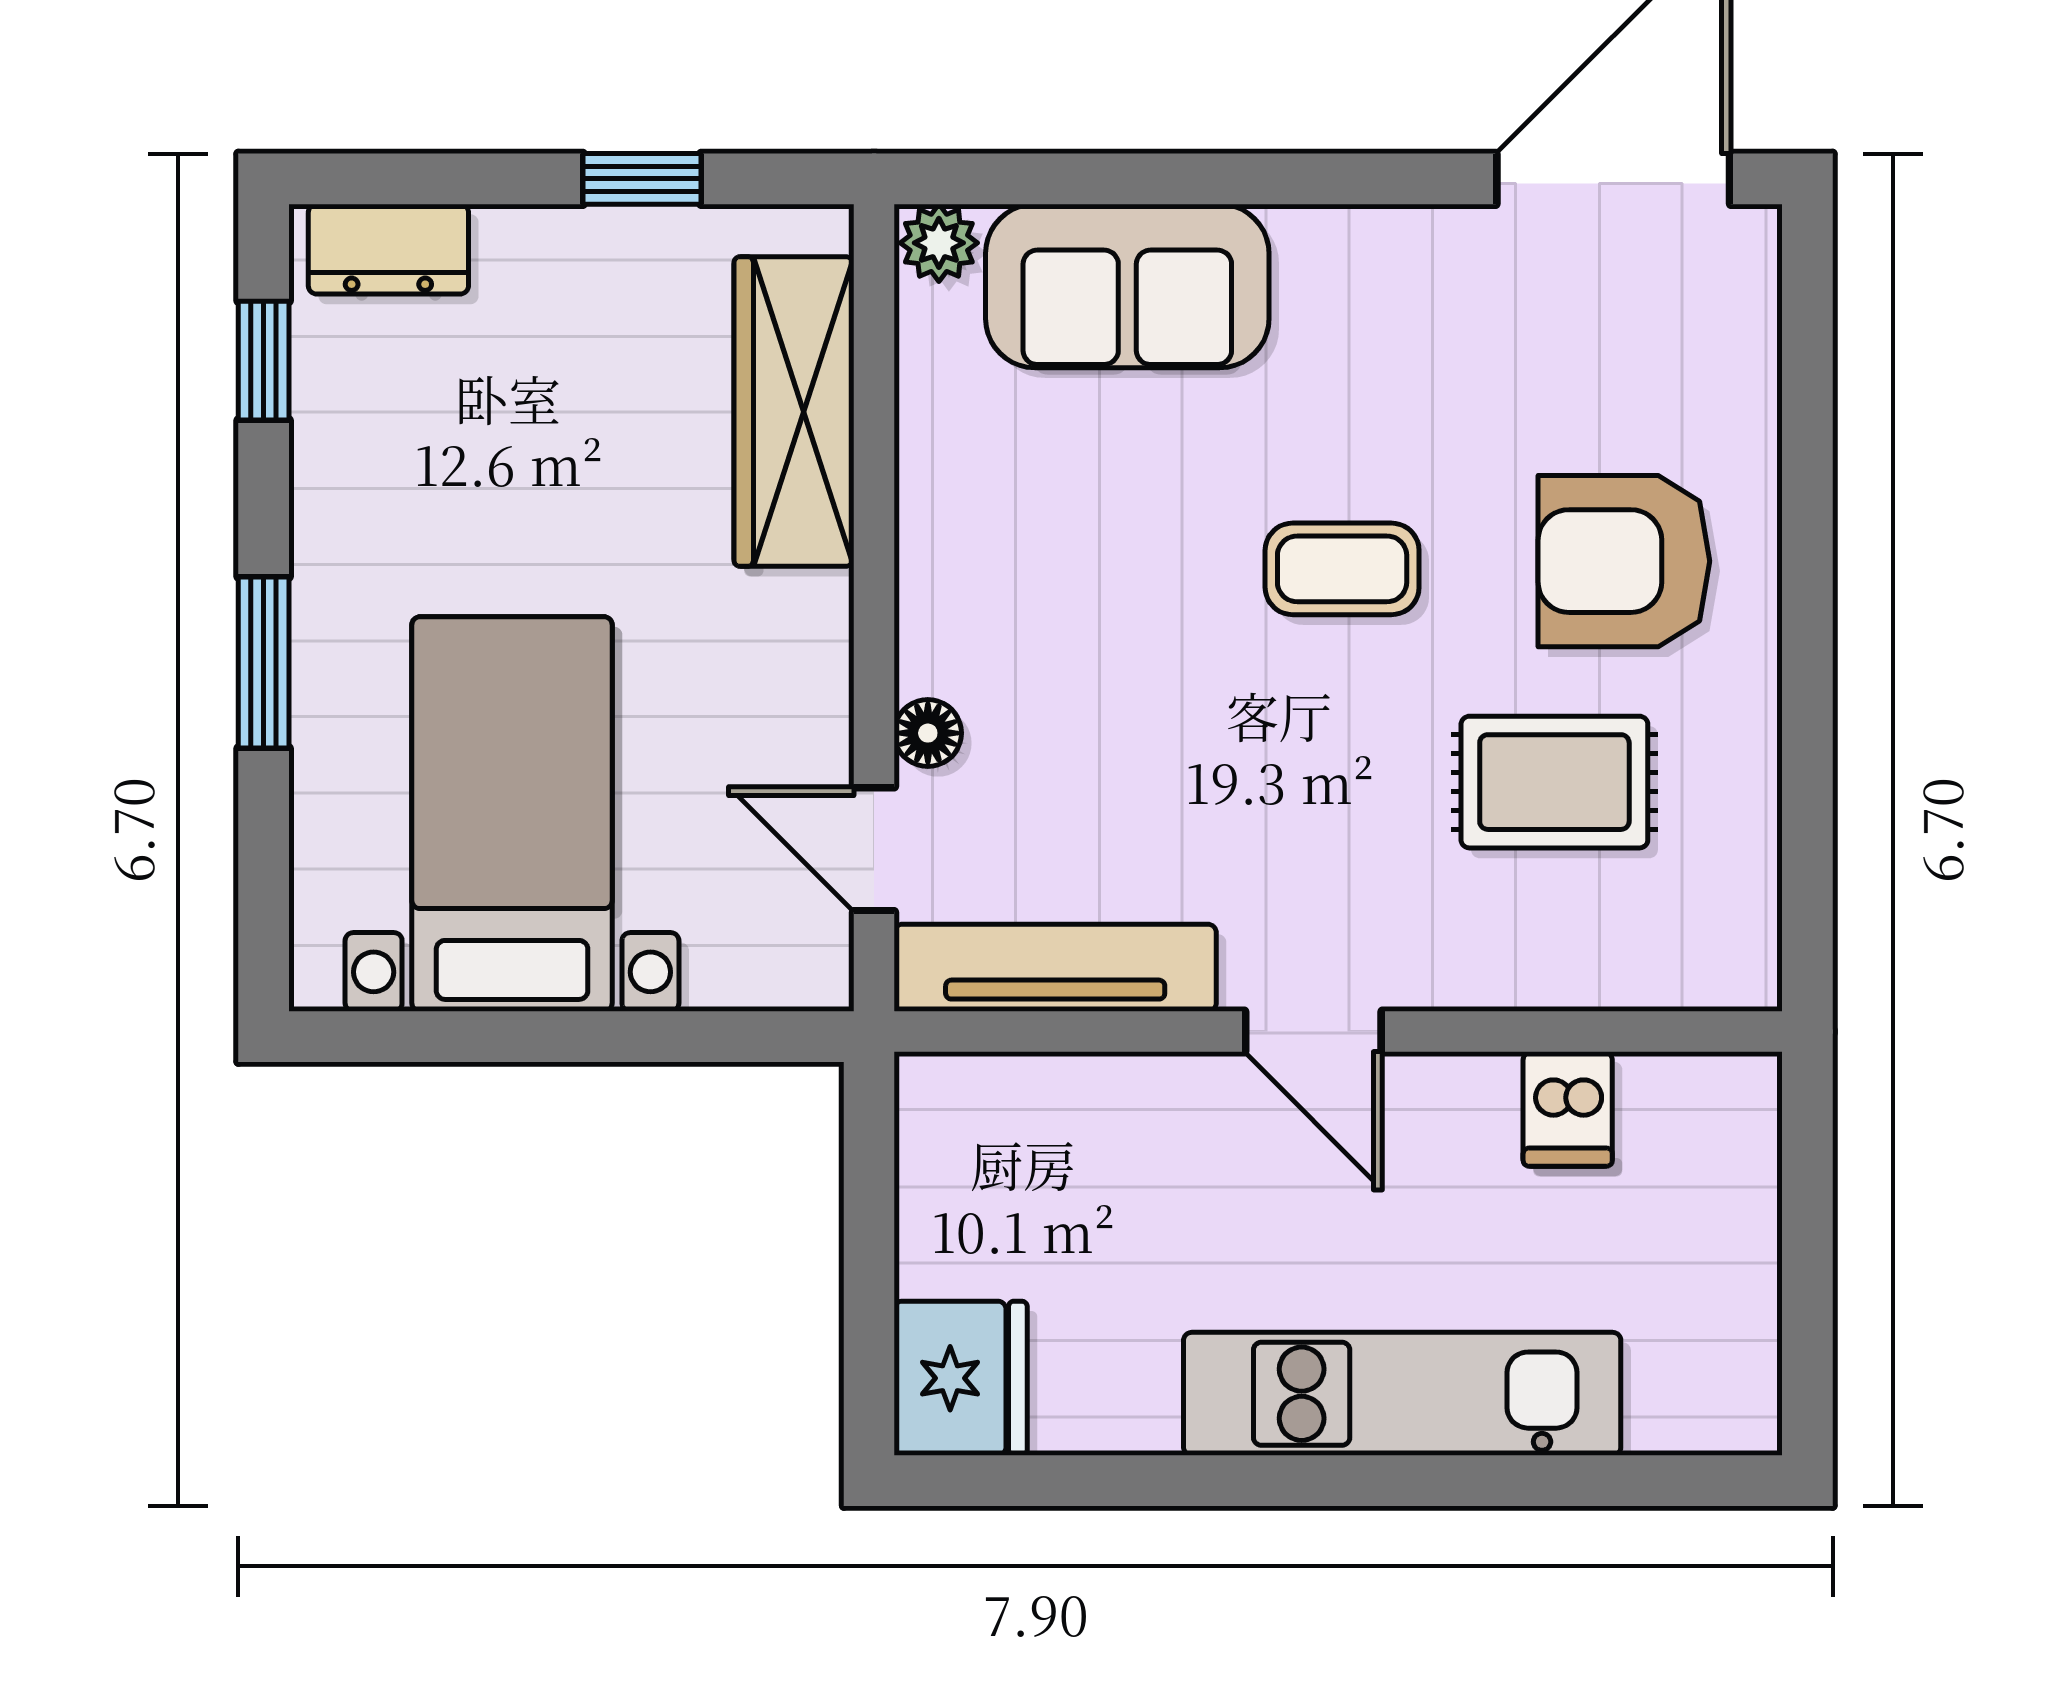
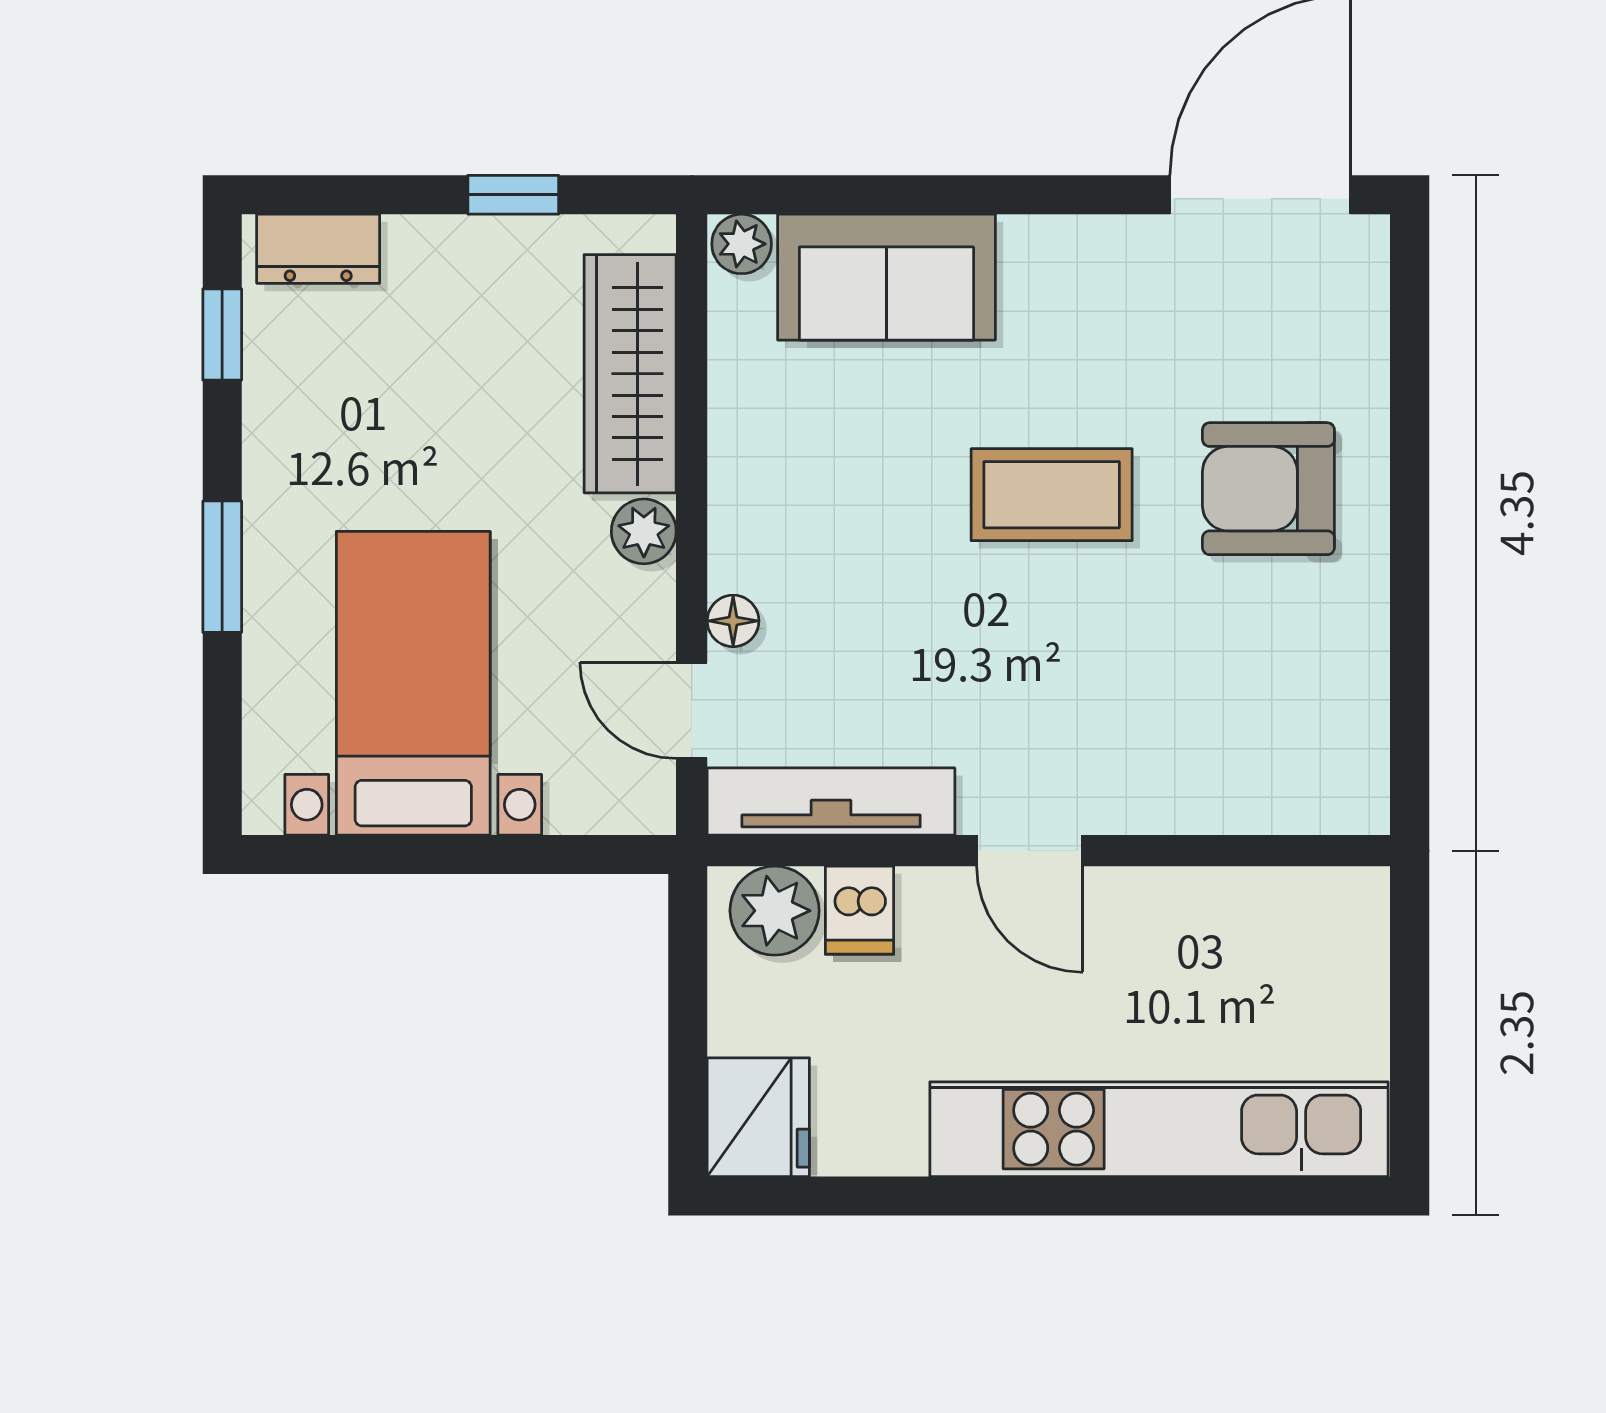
coffee table: (1342, 569) -> (1052, 495), width x1.36, depth x1.30
plant: (812, 617) -> (644, 531), added
rug: (1554, 782) -> (1215, 659), removed
dishwasher: (1568, 1109) -> (860, 910), moved
plant: (982, 1110) -> (775, 911), added
kitchen unit: (1402, 1394) -> (1159, 1129), width x1.36

